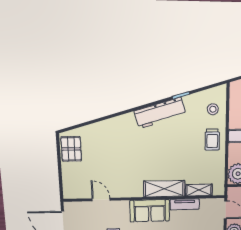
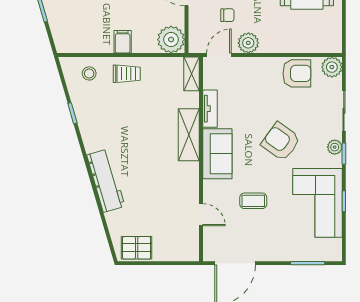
workbench: (160, 113) -> (106, 181), moved
shelving: (199, 190) -> (192, 74), moved
door: (101, 199) -> (201, 215), swing flipped

